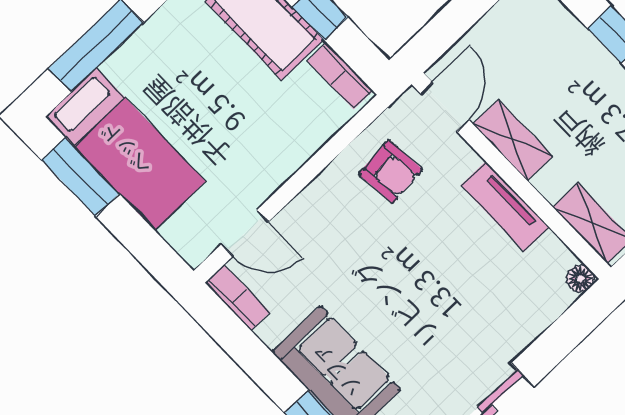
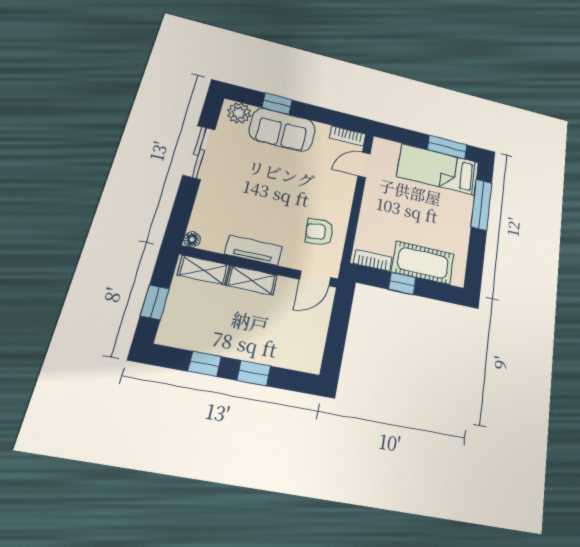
door: (445, 107) -> (315, 278), hinge flipped
shelving: (513, 140) -> (252, 280), moved

